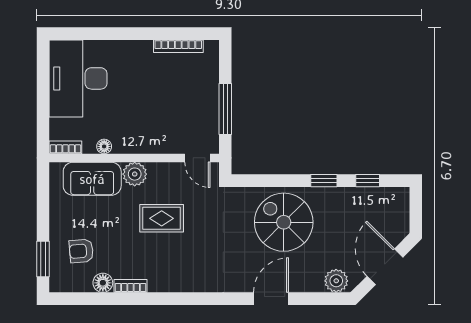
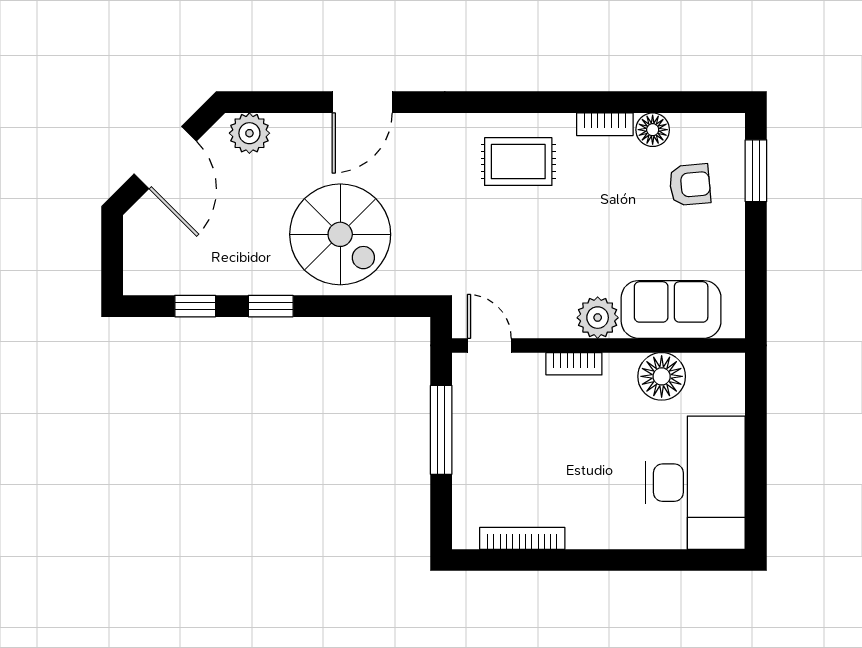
floor lamp: (104, 146) -> (662, 376), width x1.89, depth x1.89
bookcase: (65, 147) -> (574, 364), moved
rug: (162, 218) -> (518, 162), moved

